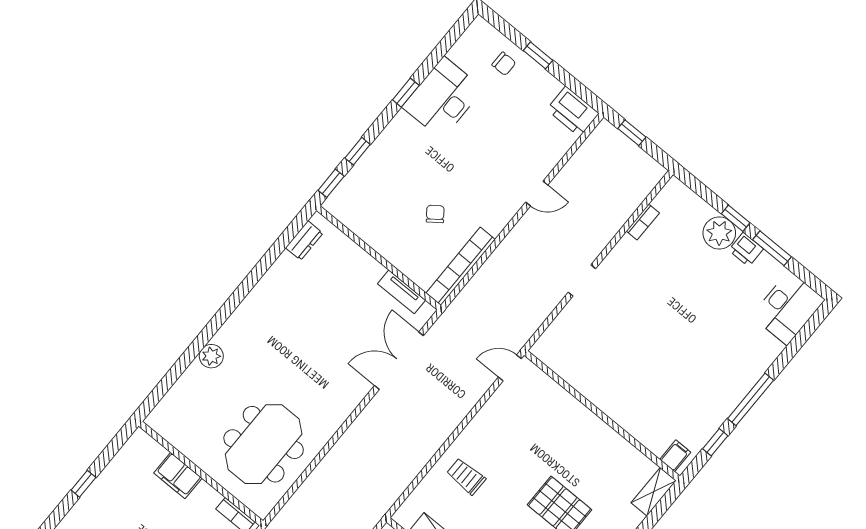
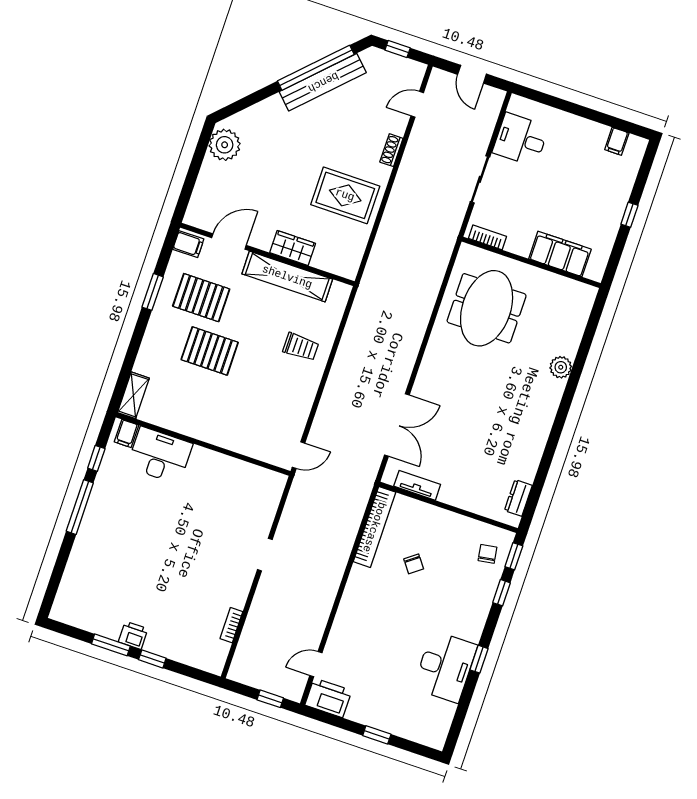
chair: (504, 64) -> (487, 554), moved, turned 81
door: (537, 194) -> (316, 664), moved
plant: (719, 233) -> (162, 641), removed
desk: (788, 308) -> (160, 455), moved, turned 90
filing cabinet: (178, 476) -> (560, 254), width x1.50, depth x1.17

